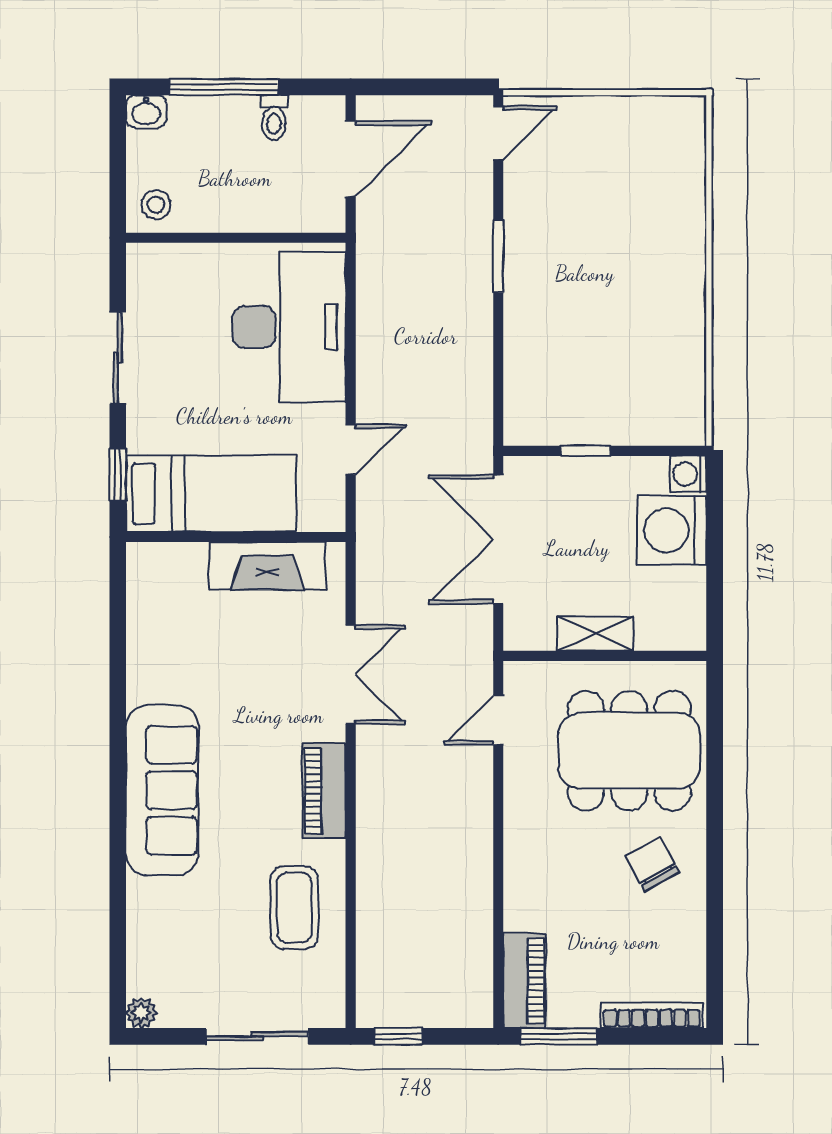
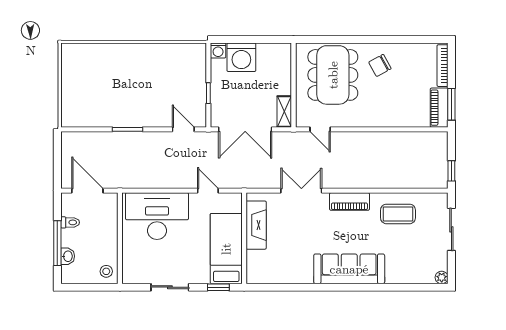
washbasin: (146, 111) -> (68, 256), moved
door: (498, 133) -> (183, 129), moved
shelving: (595, 634) -> (284, 111), moved
piano: (524, 981) -> (439, 108), moved, turned -90

